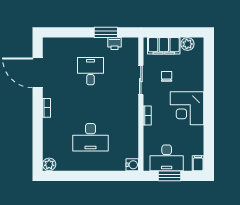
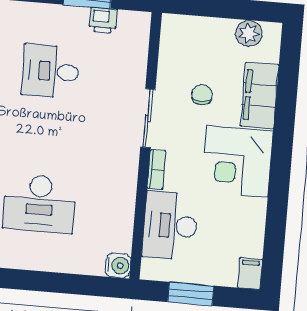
filing cabinet: (164, 46) -> (260, 96), moved, turned 90
desk: (90, 71) -> (51, 71), turned -90
sliding door: (141, 80) -> (148, 118), moved
desk: (167, 158) -> (170, 226), moved, turned 90

